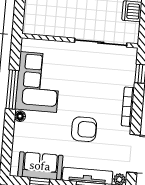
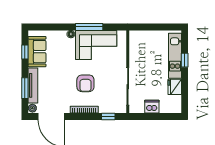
armchair: (84, 129) -> (85, 83), moved

